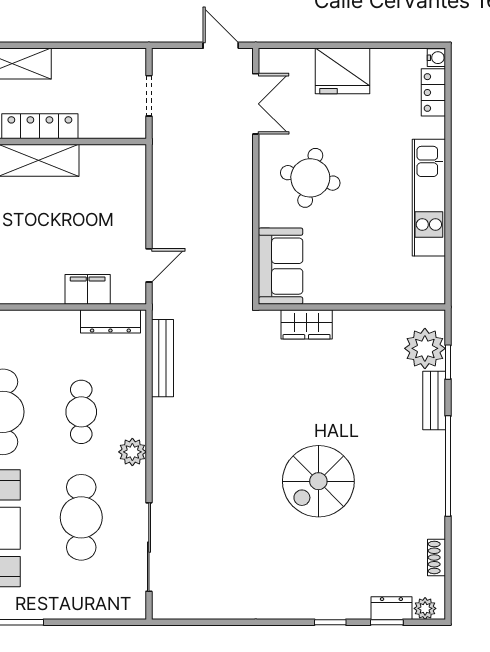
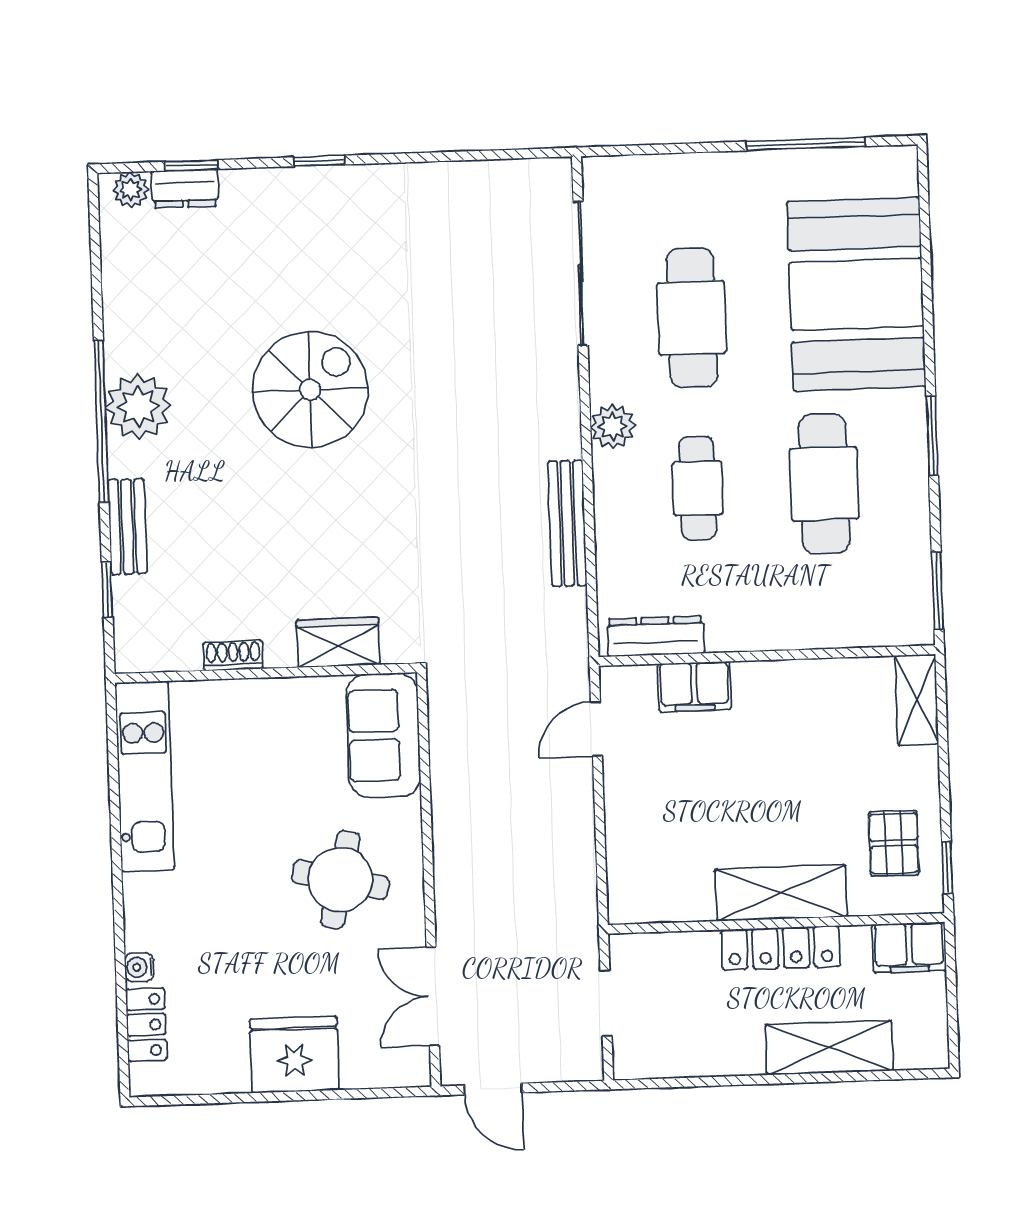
water cooler: (436, 58) -> (139, 967), moved
kitchen unit: (429, 198) -> (145, 776), moved
plant: (425, 348) -> (138, 407), moved
bench: (162, 358) -> (567, 523), moved
shoe rack: (436, 557) -> (233, 656), moved, turned -90
window: (330, 622) -> (319, 161), moved

